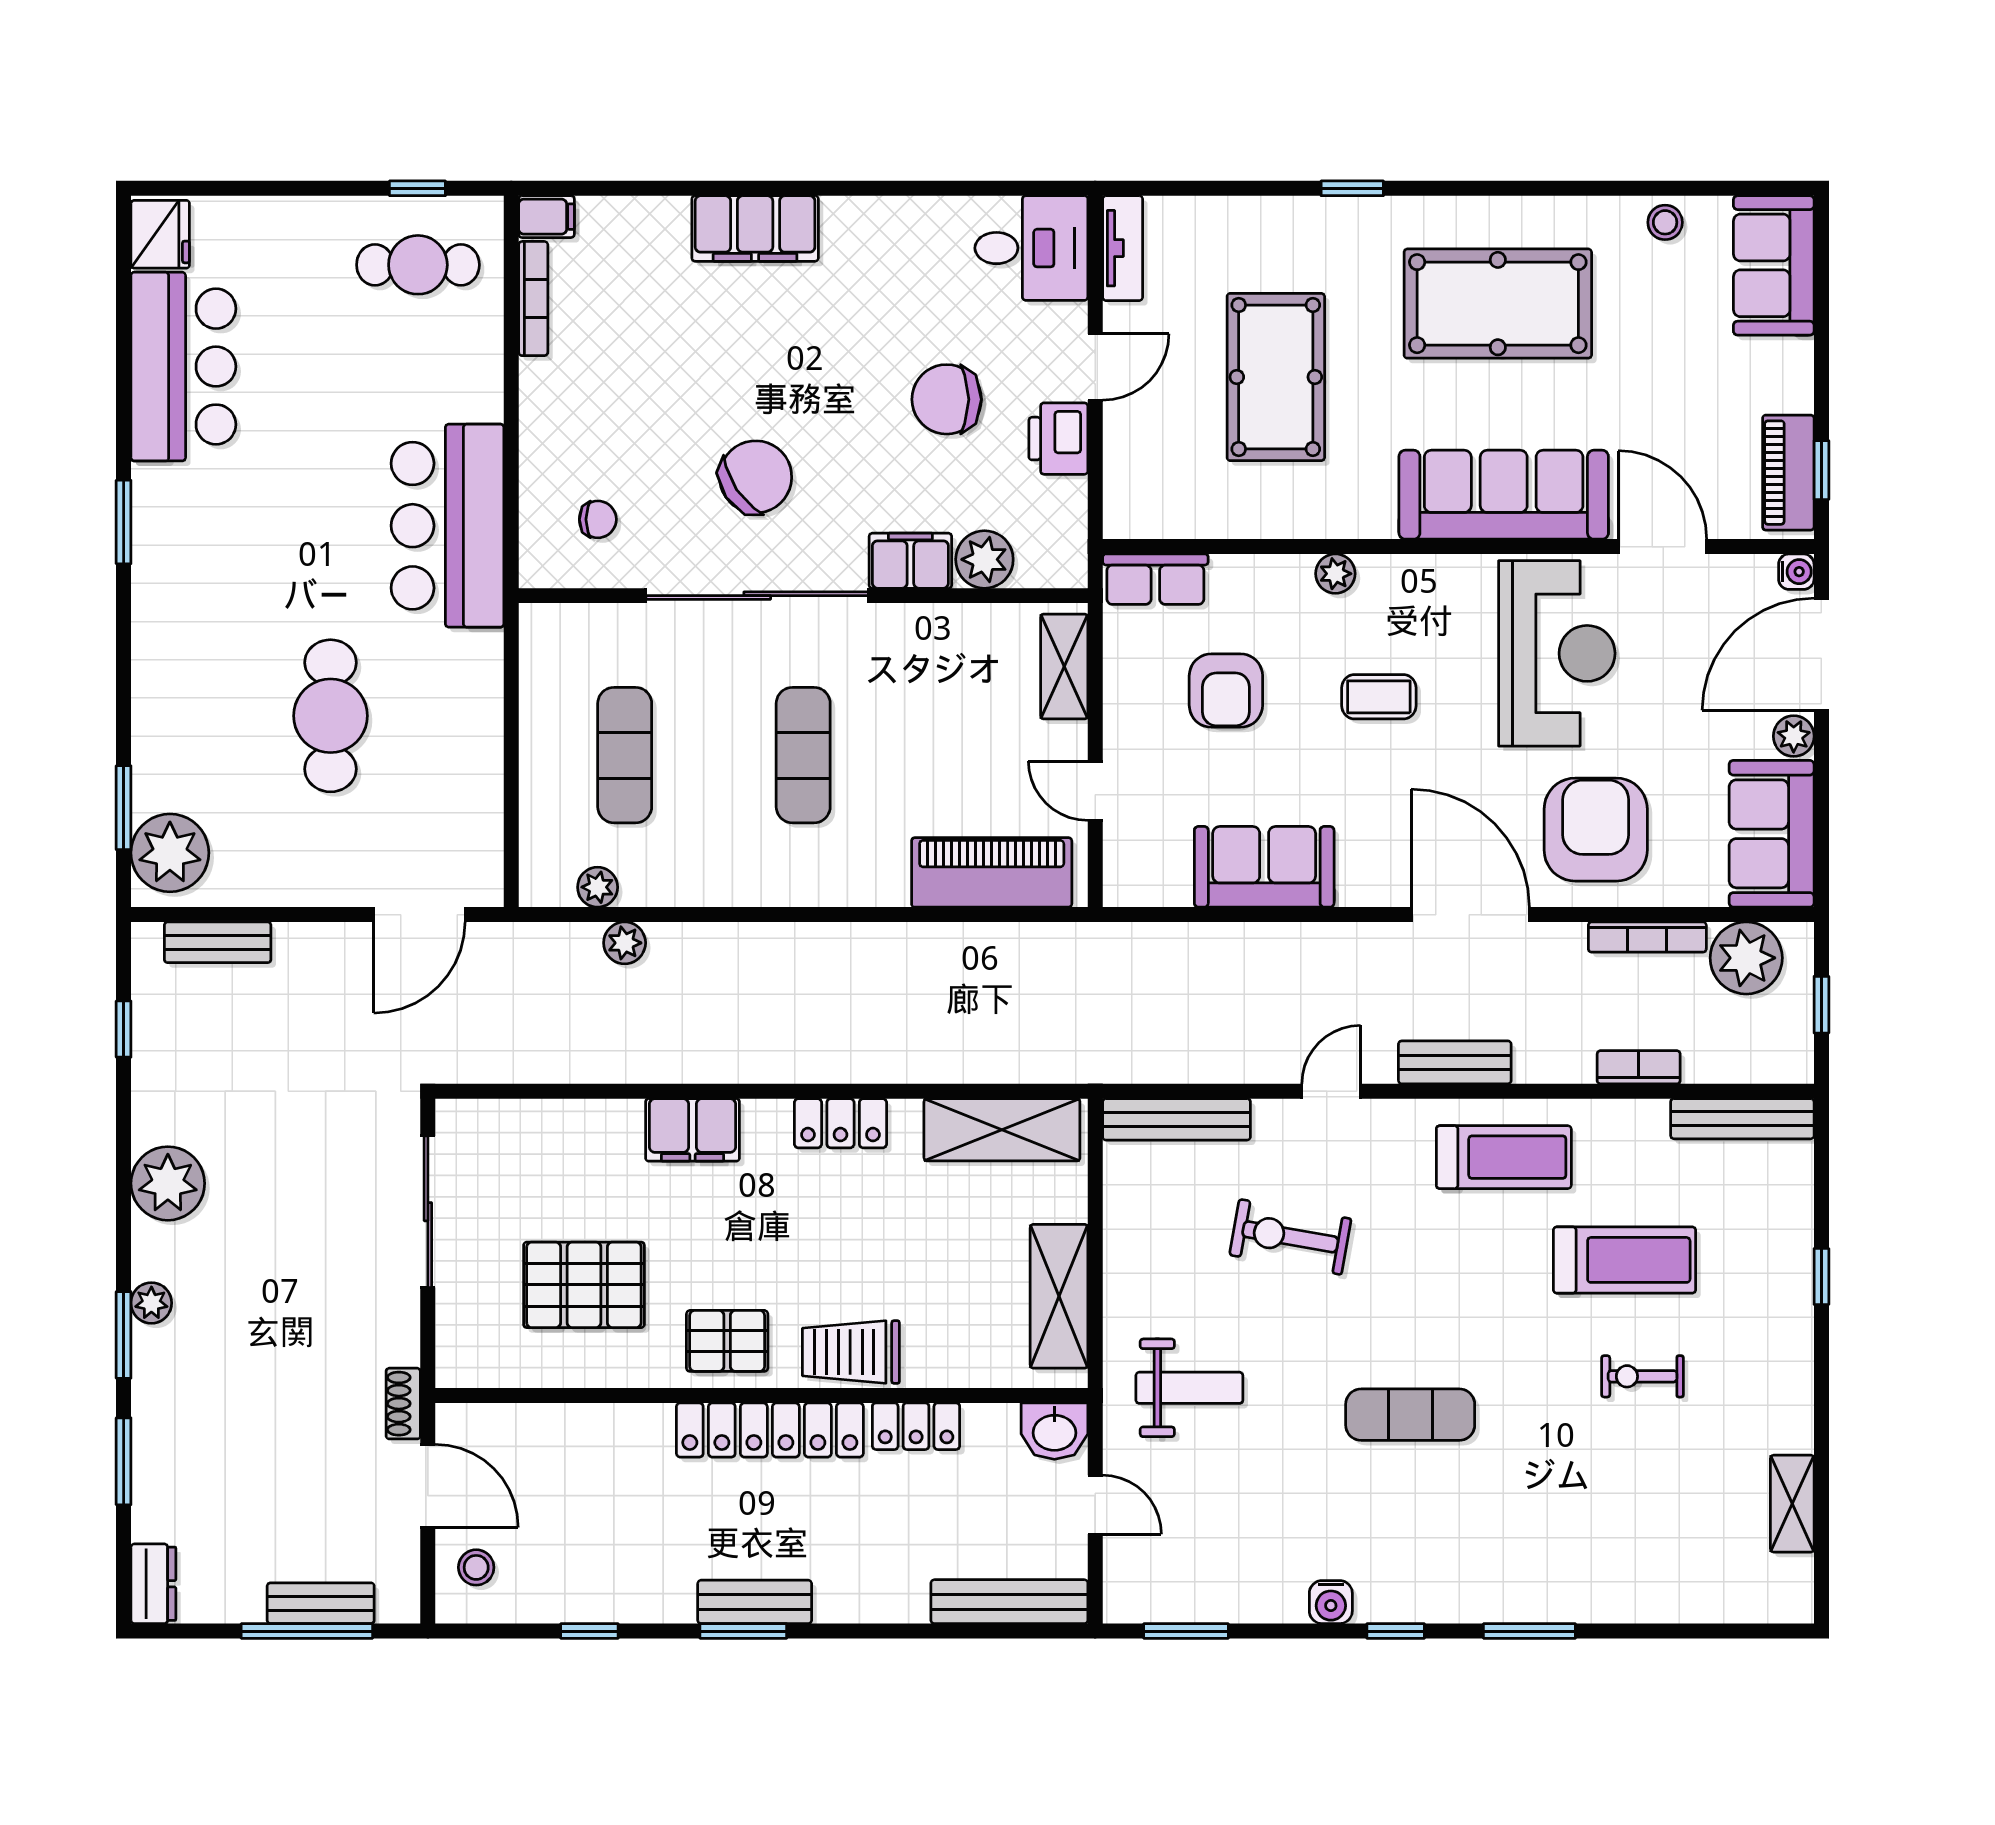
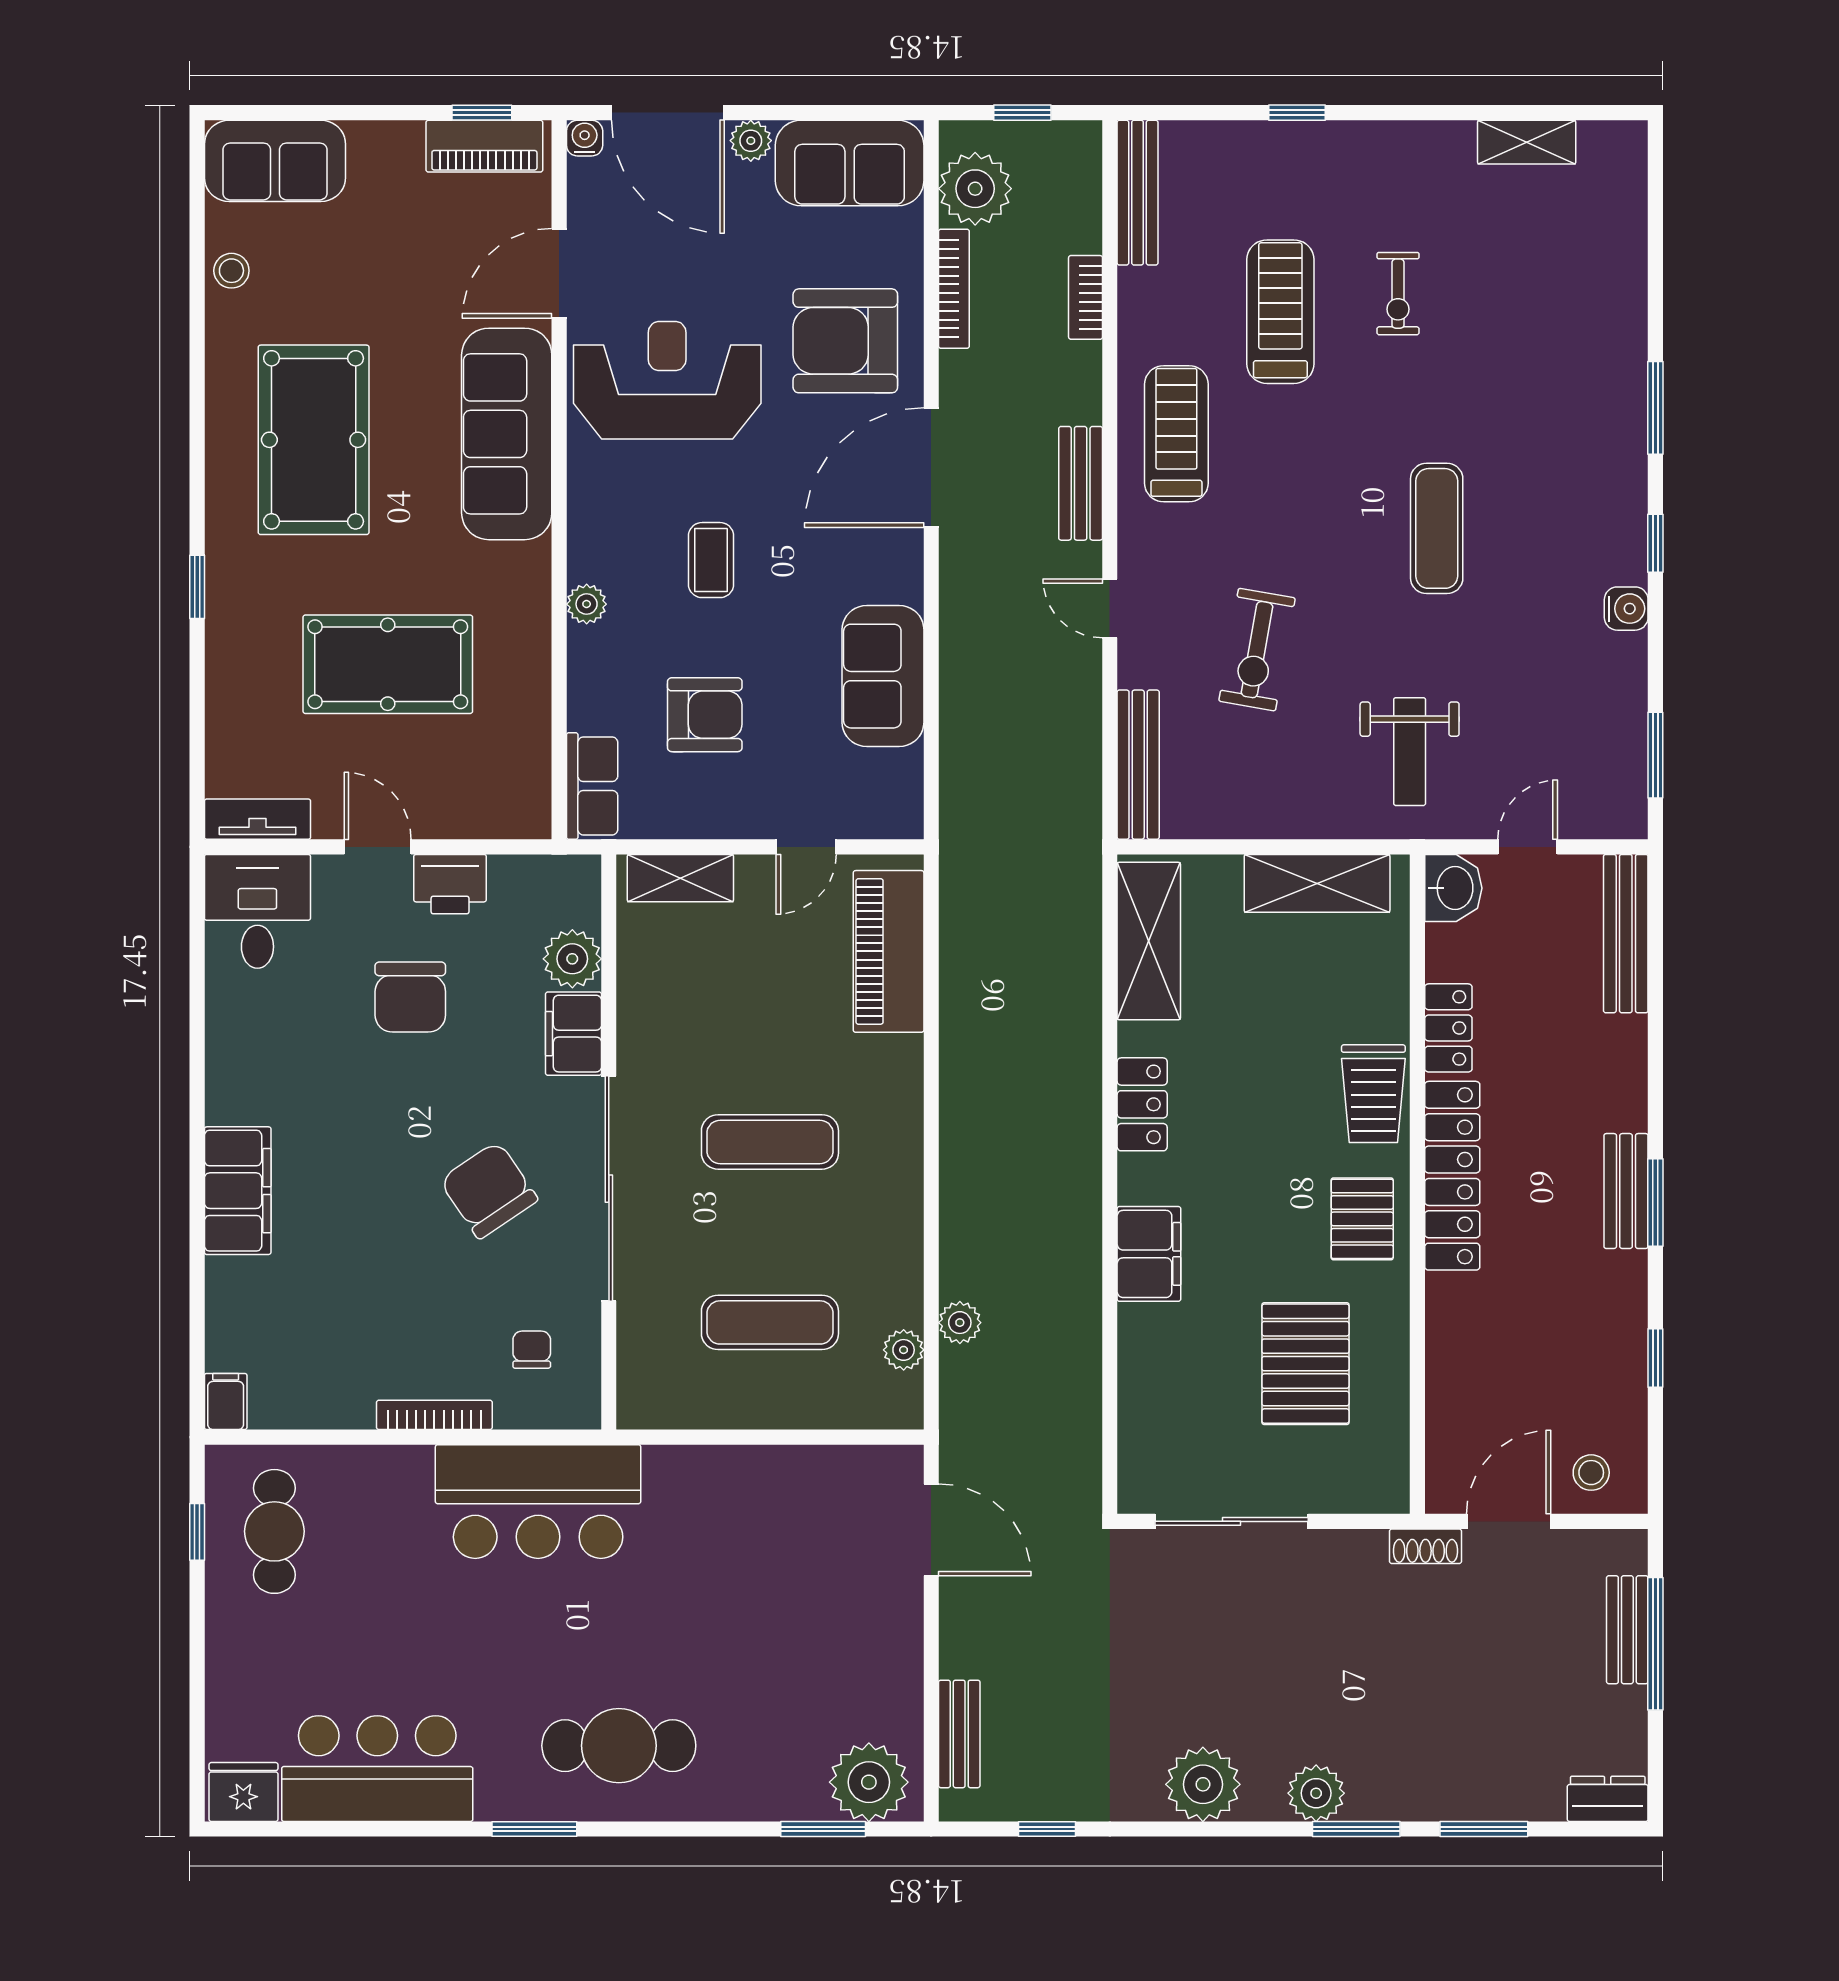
bookcase: (533, 299) -> (434, 1415), moved
cafe table: (330, 716) -> (619, 1746), moved
plant: (151, 1303) -> (1316, 1793), width x1.38, depth x1.38
weight bench: (1189, 1388) -> (1410, 752), turned 180

